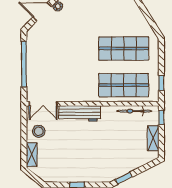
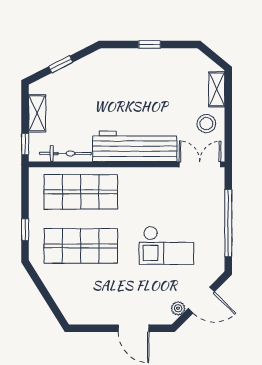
checkout: (66, 49) -> (166, 245), added
window: (161, 83) -> (25, 230), moved
workbench: (80, 113) -> (135, 146), width x1.36, depth x1.32
window: (124, 178) -> (61, 64), moved

